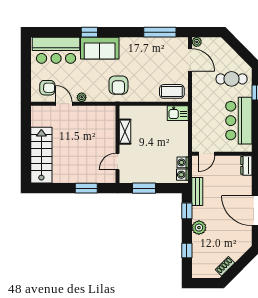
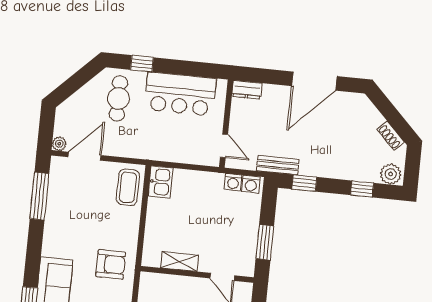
plant: (199, 228) -> (391, 174), moved

